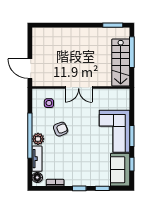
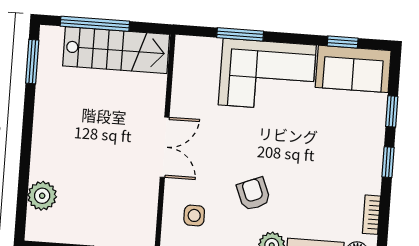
plant: (53, 34) -> (42, 196), added
window: (132, 136) -> (240, 34), moved

